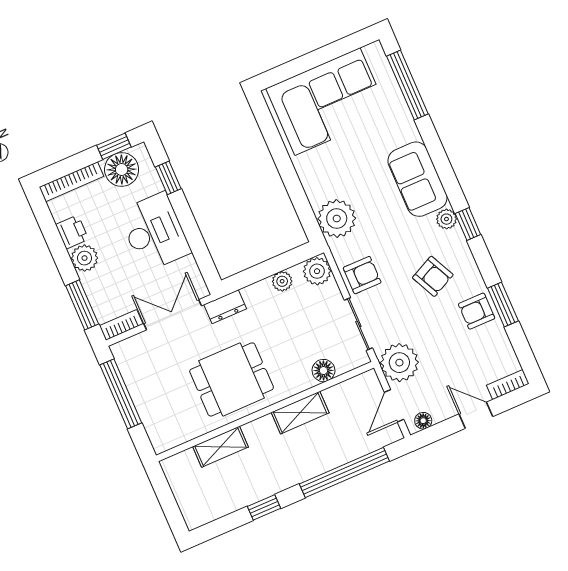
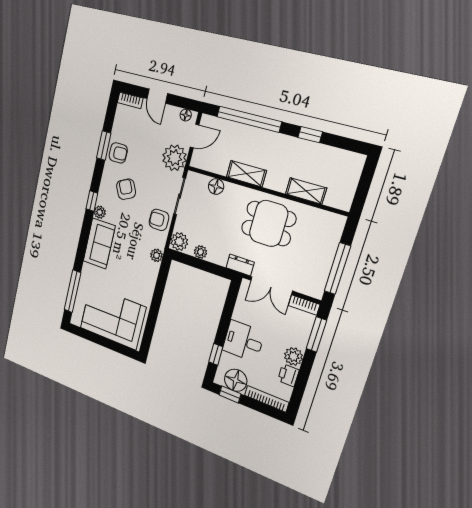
plant: (337, 219) -> (156, 255), width x0.53, depth x0.53
desk: (154, 232) -> (243, 341), width x0.73

